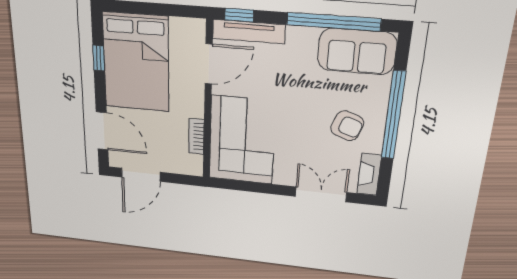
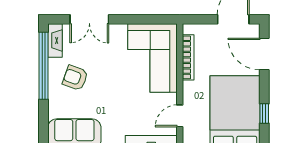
door: (209, 64) -> (180, 116), width x0.73
window: (393, 115) -> (43, 66), moved
bookcase: (196, 136) -> (188, 57), width x1.56

